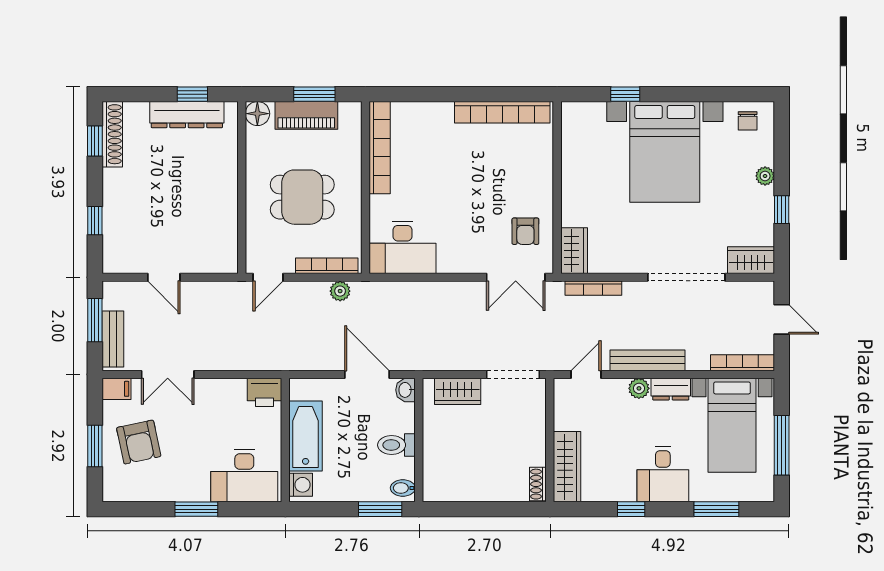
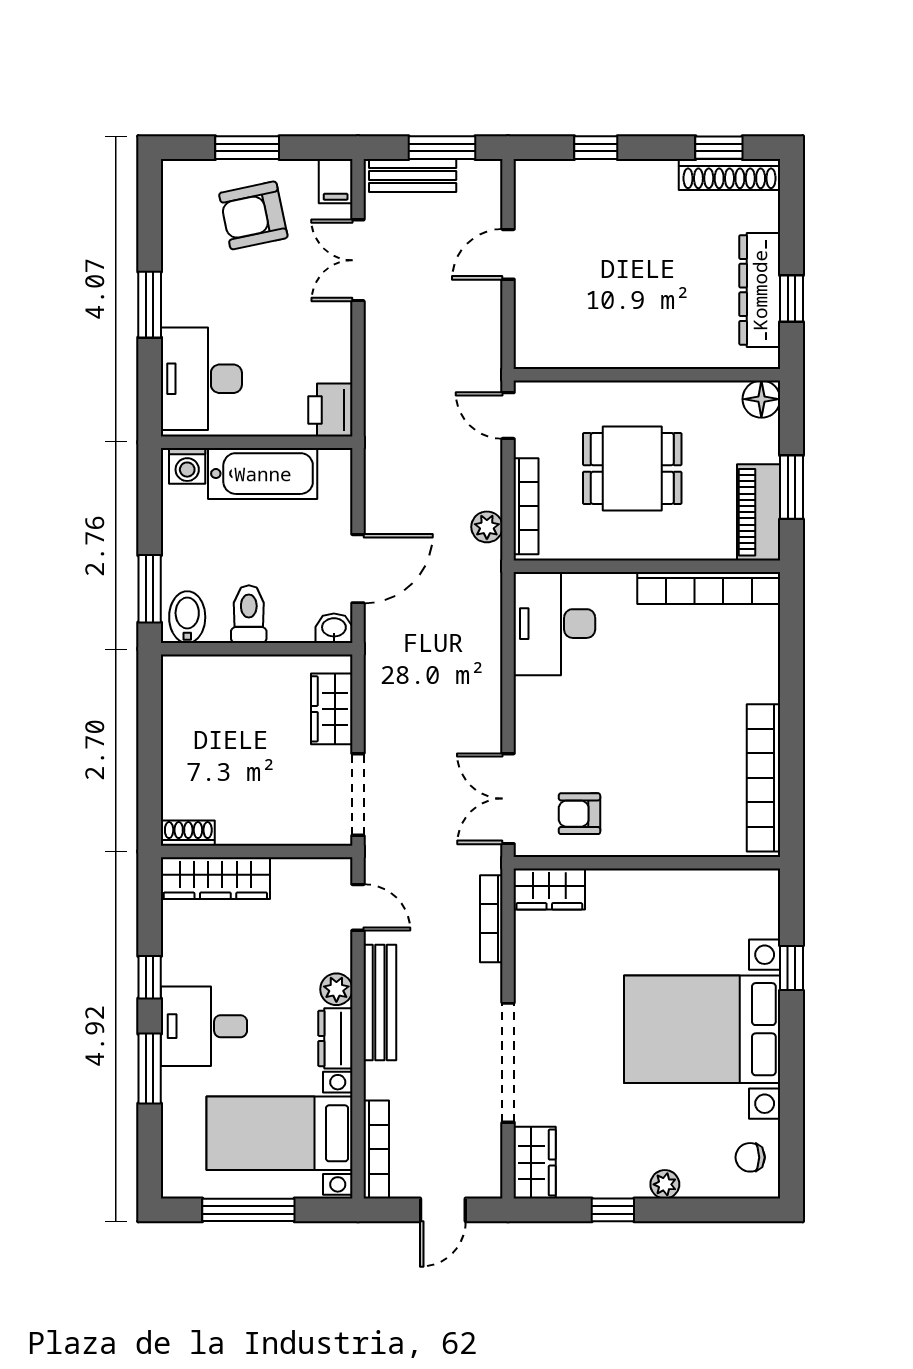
piano: (306, 115) -> (759, 512), moved
dining table: (302, 197) -> (632, 468), turned 90
bidet: (403, 488) -> (187, 617), width x1.38, depth x1.36
window: (716, 509) -> (150, 1069), moved

